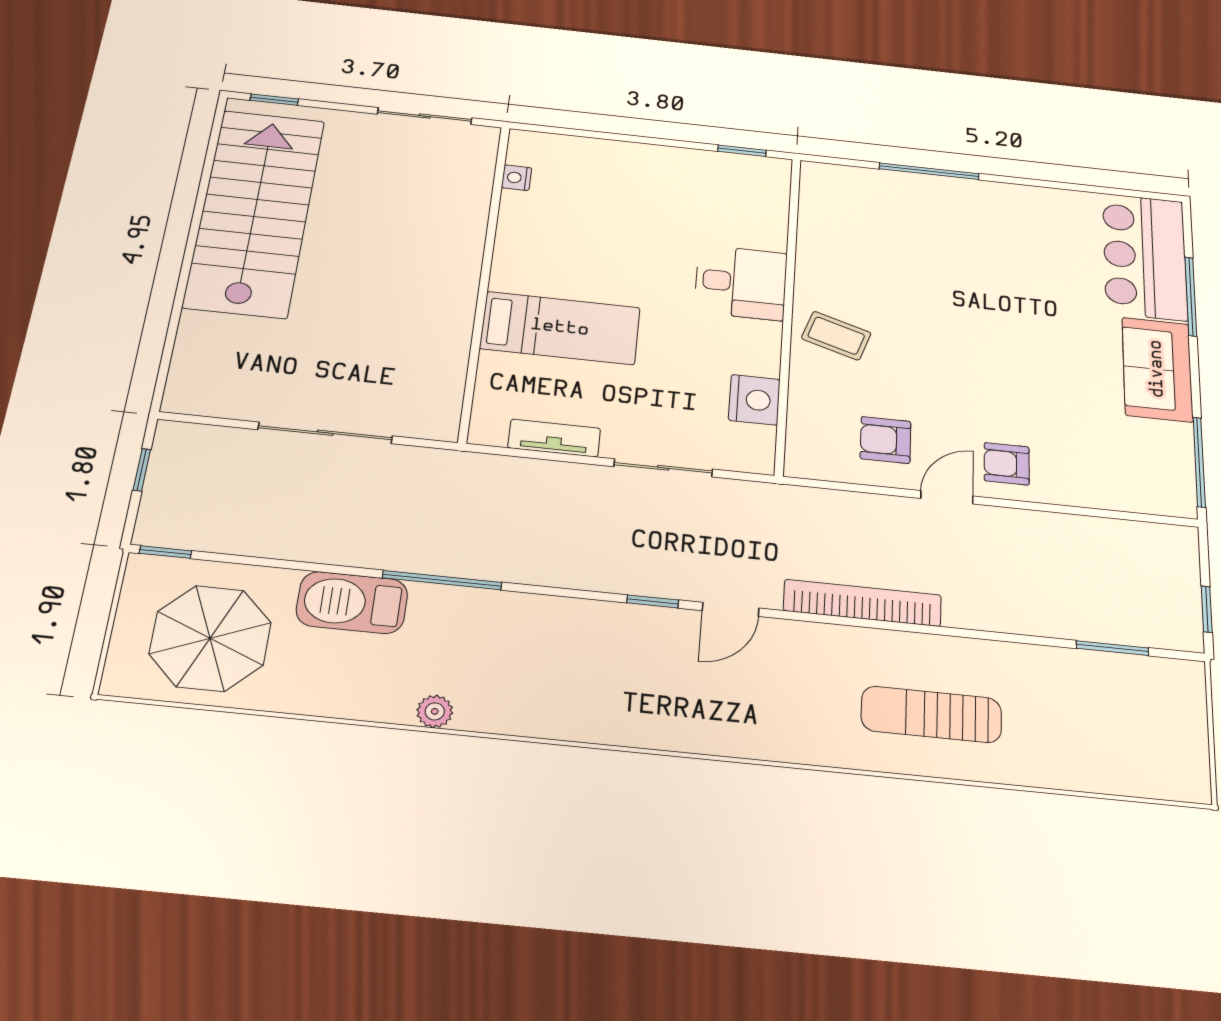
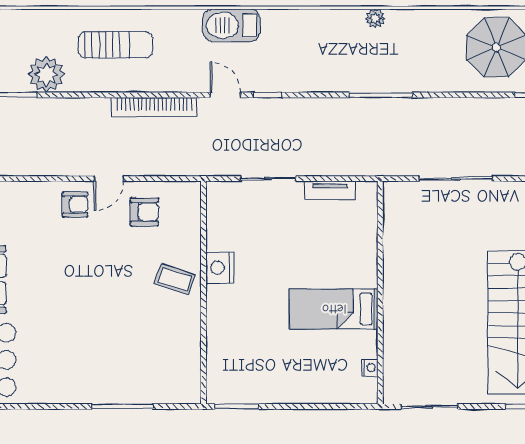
window: (742, 151) -> (237, 406), width x1.50
desk: (741, 283) -> (232, 309), removed
bed: (560, 328) -> (334, 309), moved
nightstand: (754, 400) -> (220, 268), moved
barbecue: (352, 603) -> (231, 25), moved, turned 180
door: (731, 609) -> (225, 95), hinge flipped
plant: (1060, 677) -> (46, 74), added

